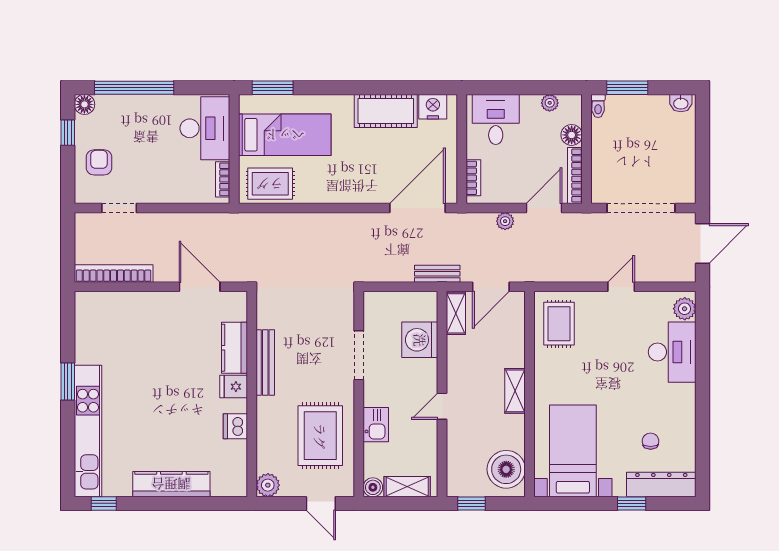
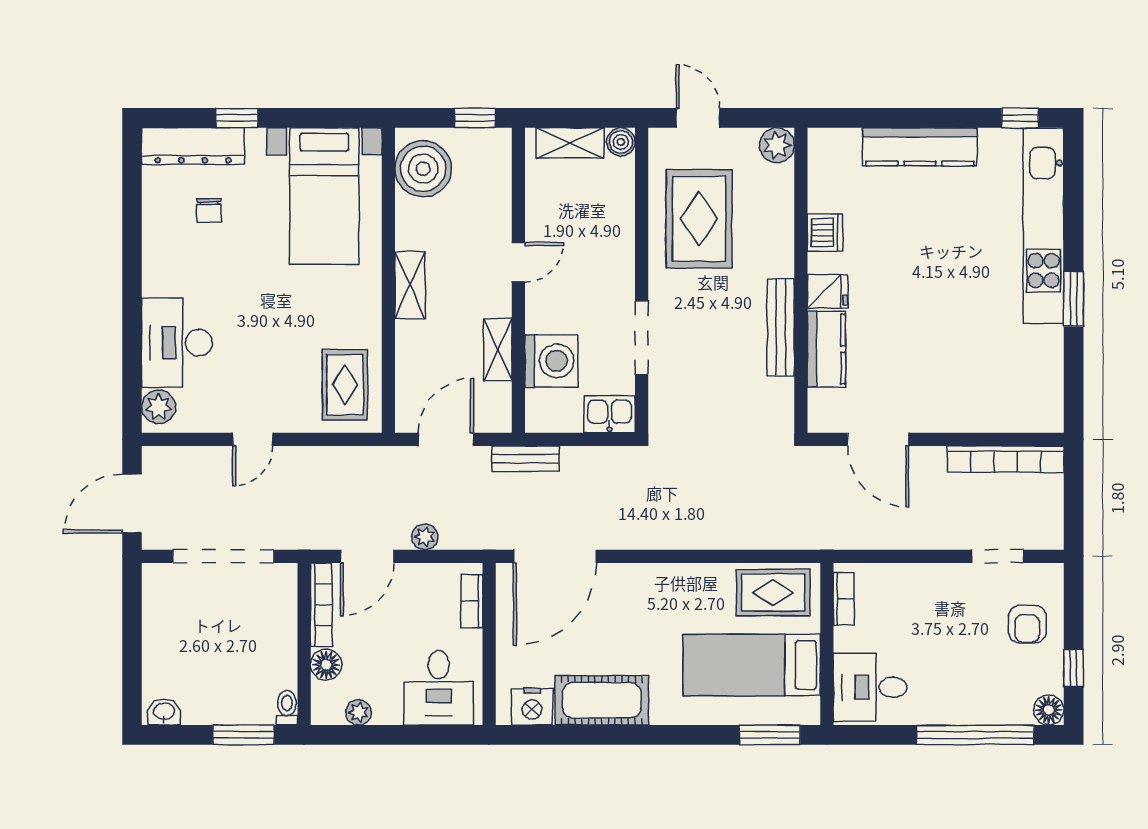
desk: (205, 128) -> (870, 687), width x0.73
shelving: (456, 313) -> (498, 350), moved
kitchen sink: (376, 425) -> (610, 414), moved, turned 90

